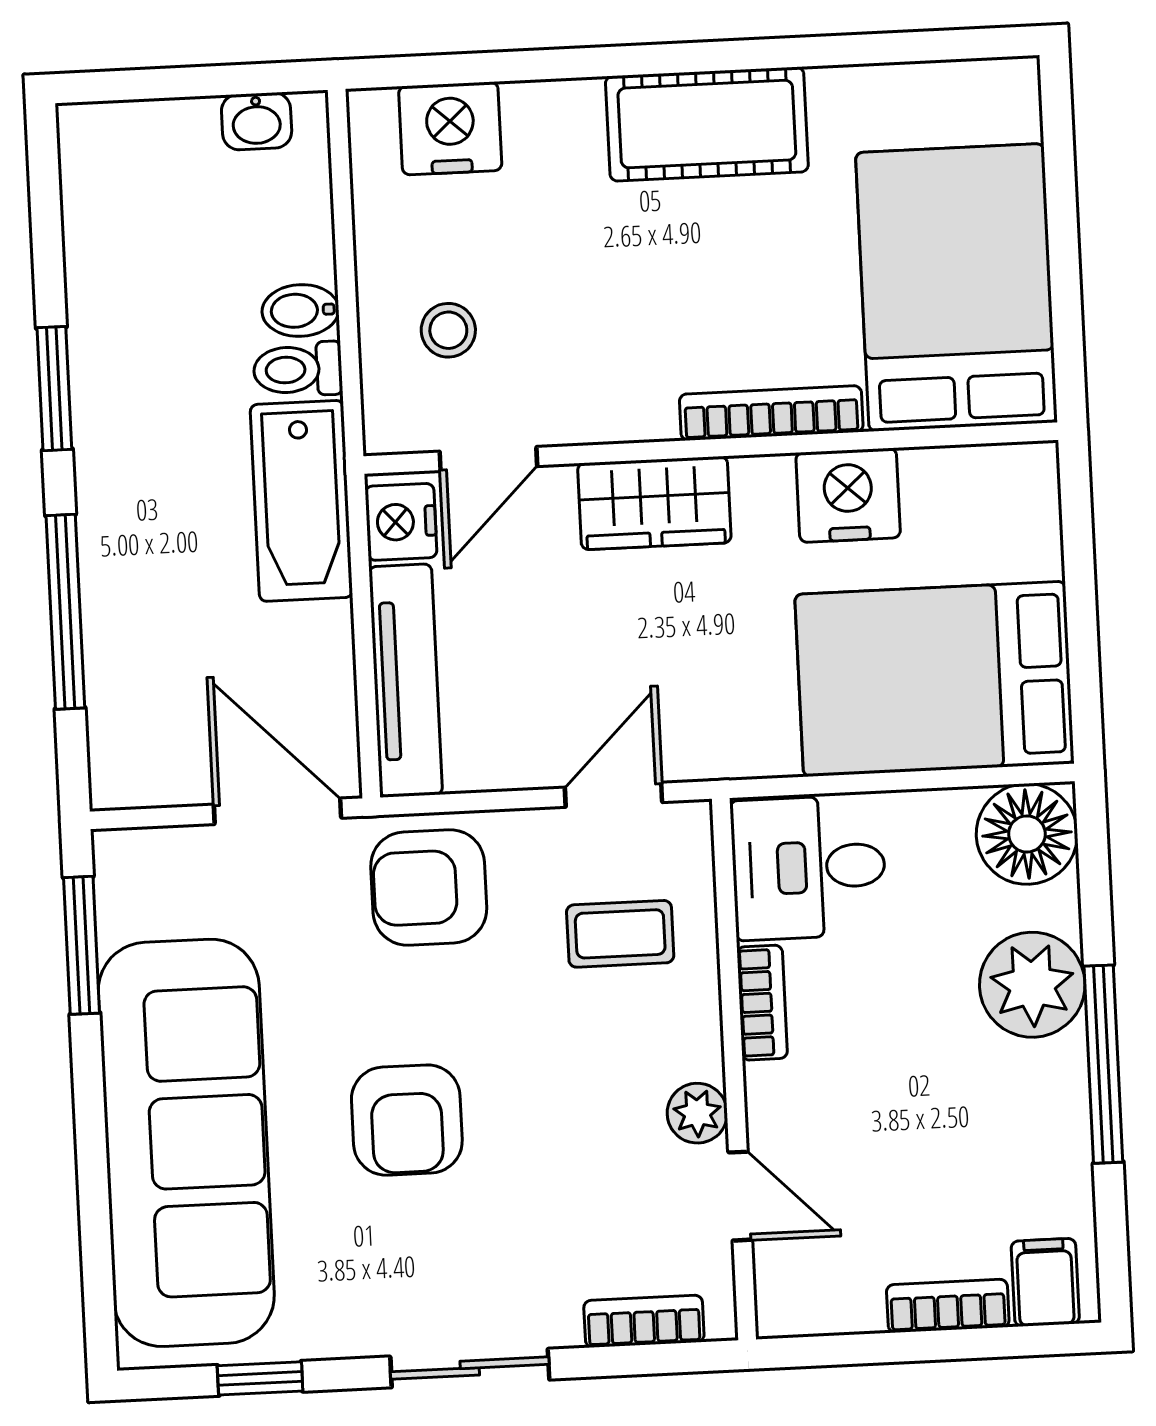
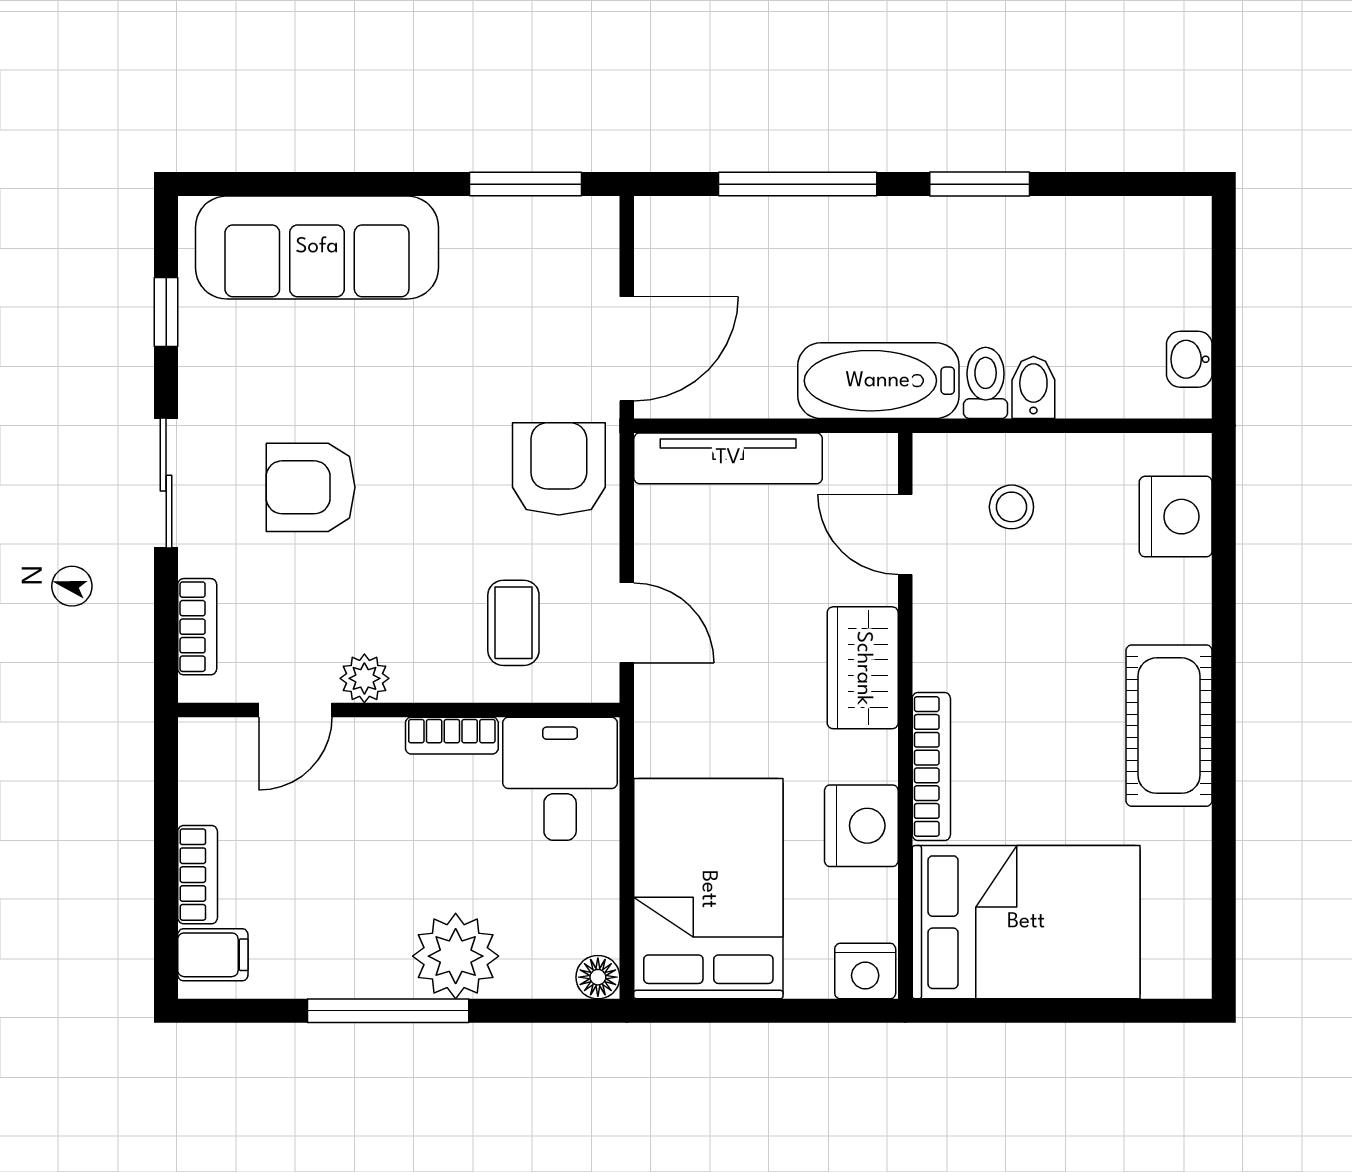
nightstand: (401, 522) -> (865, 971), moved, turned 180
floor lamp: (1027, 834) -> (598, 977), width x0.53, depth x0.53
armchair: (407, 1120) -> (311, 487), moved
sofa: (186, 1143) -> (317, 247), width x0.74, depth x0.79

